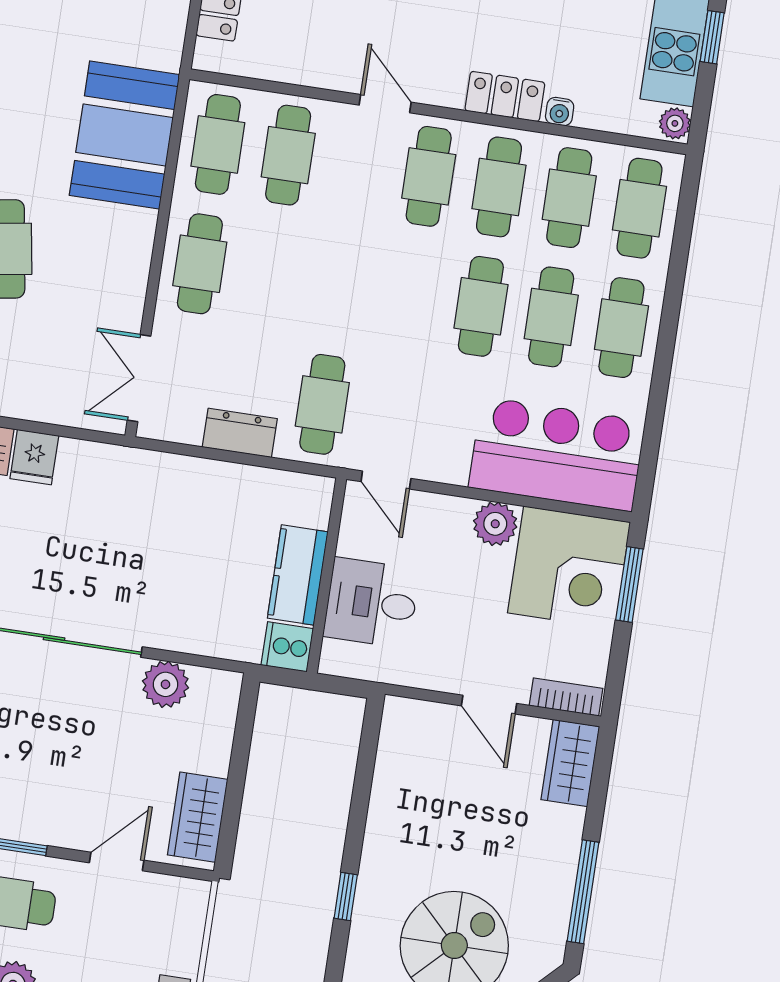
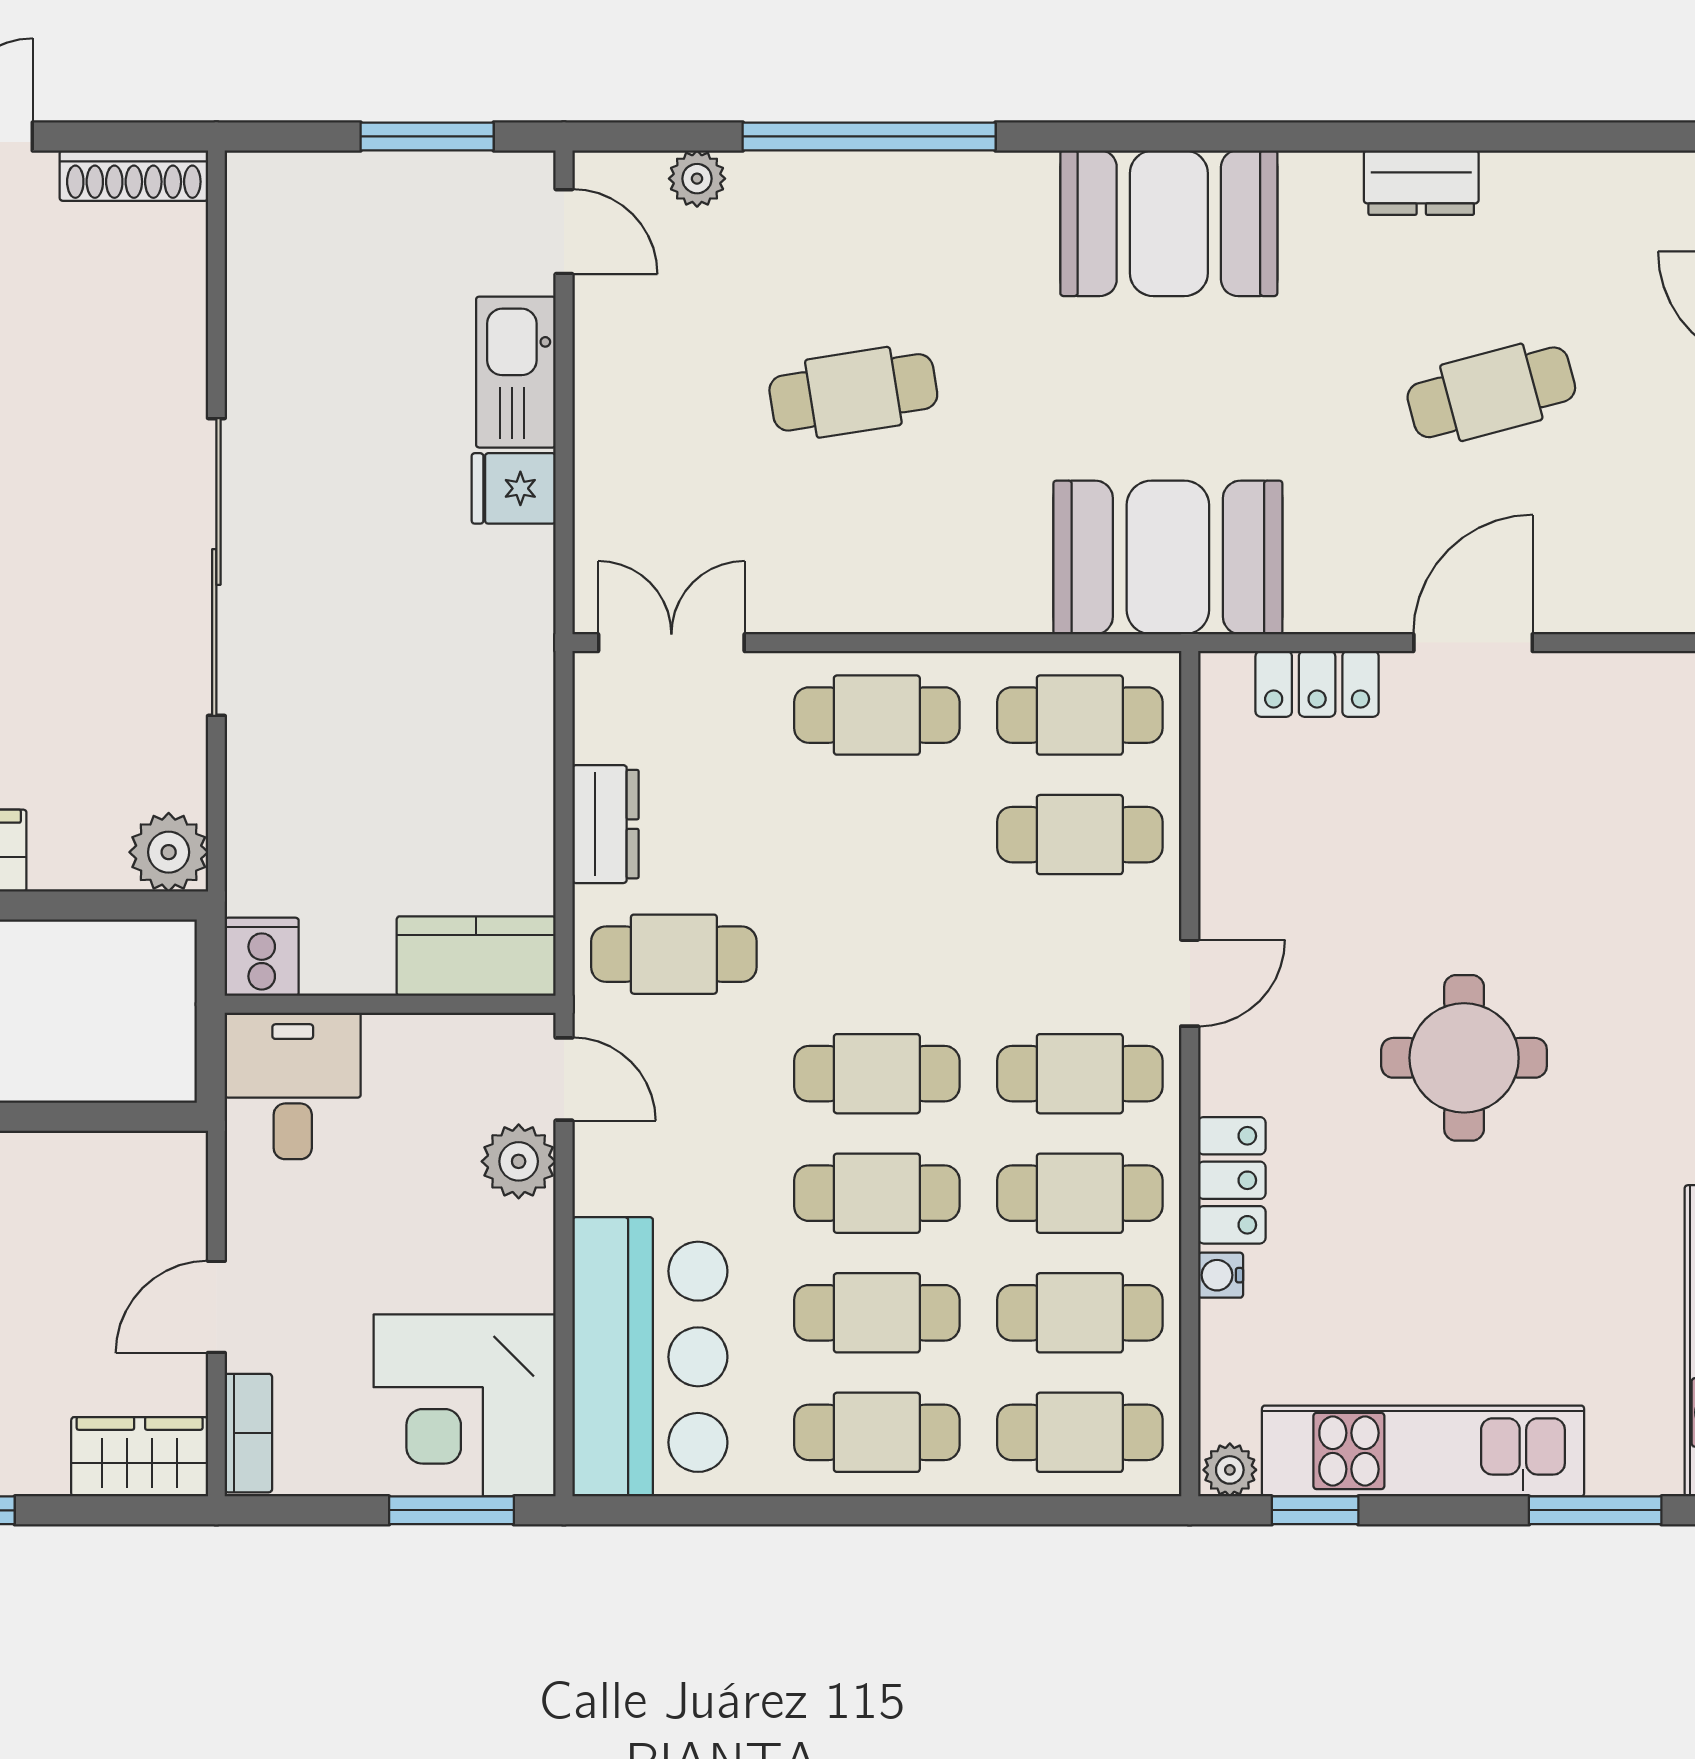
window: (712, 37) -> (1315, 1510), moved
booth: (125, 135) -> (1168, 557), moved
cafe table: (411, 296) -> (877, 1074), added
door: (386, 480) -> (564, 1079), swing flipped
plant: (495, 524) -> (519, 1161), moved
kitchen counter: (298, 575) -> (476, 956), moved
desk: (372, 603) -> (293, 1086), moved
plant: (165, 684) -> (169, 852), moved

